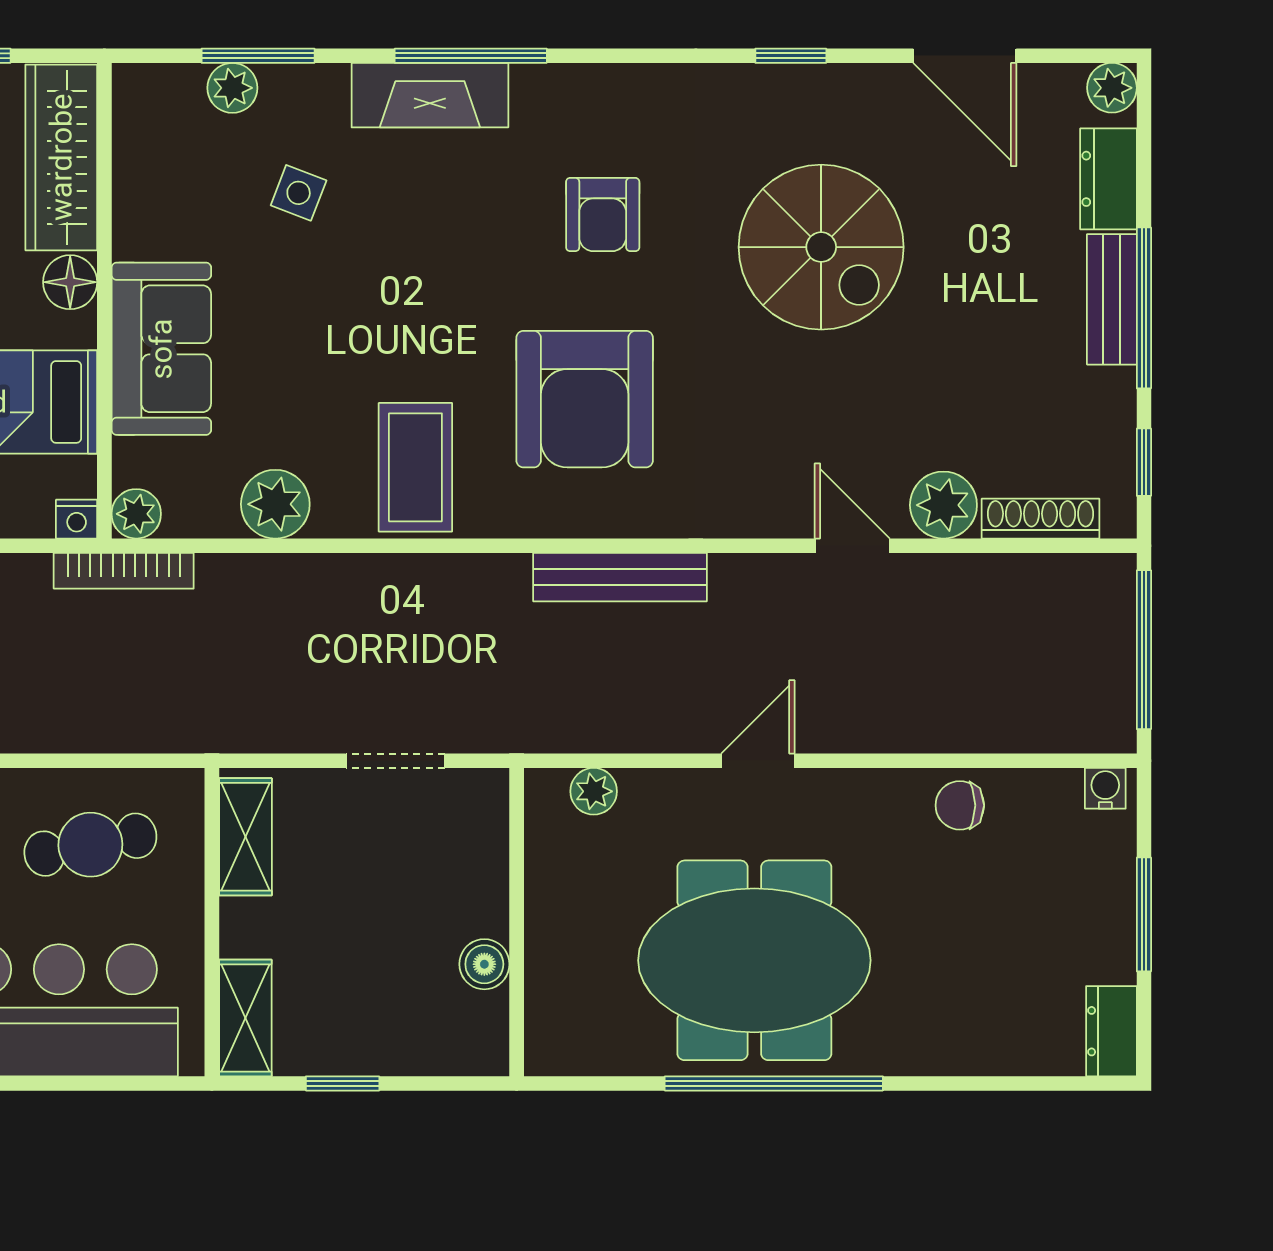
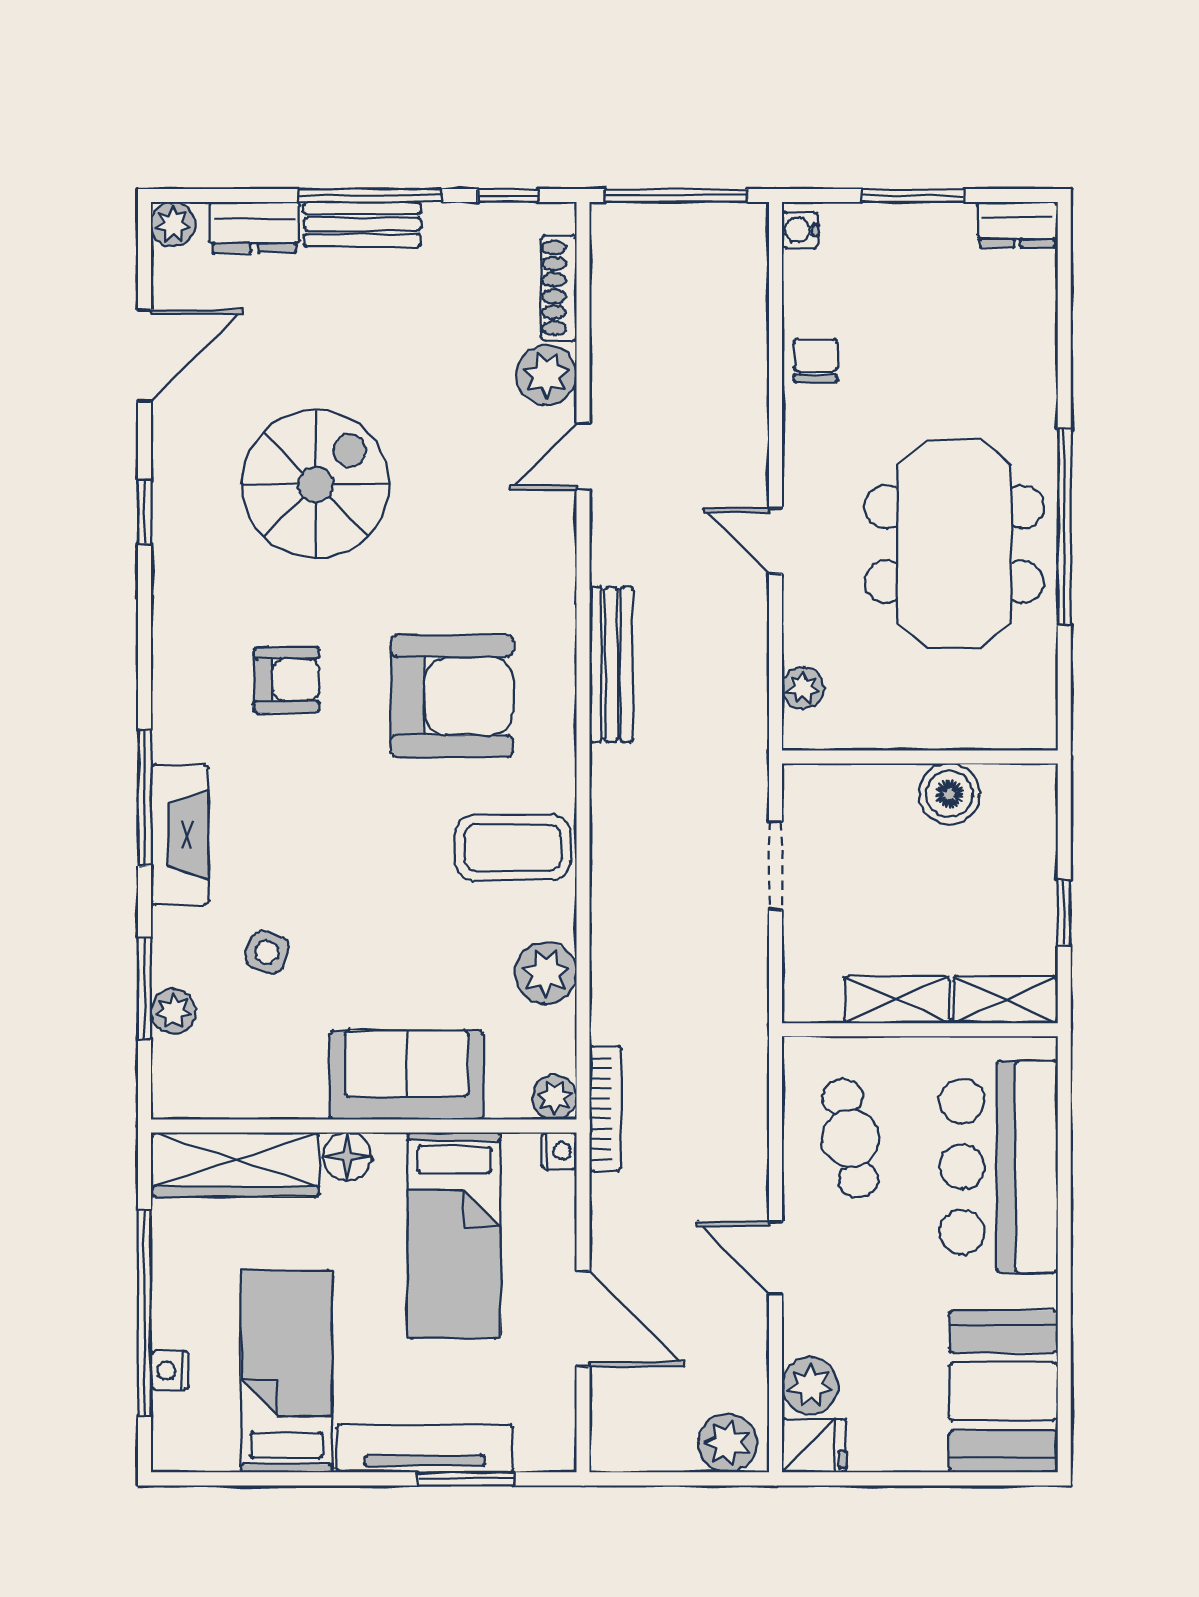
chair: (960, 805) -> (815, 360), turned 180
shelving: (245, 837) -> (897, 1000), moved
boiler: (484, 964) -> (949, 794), width x1.36, depth x1.36

